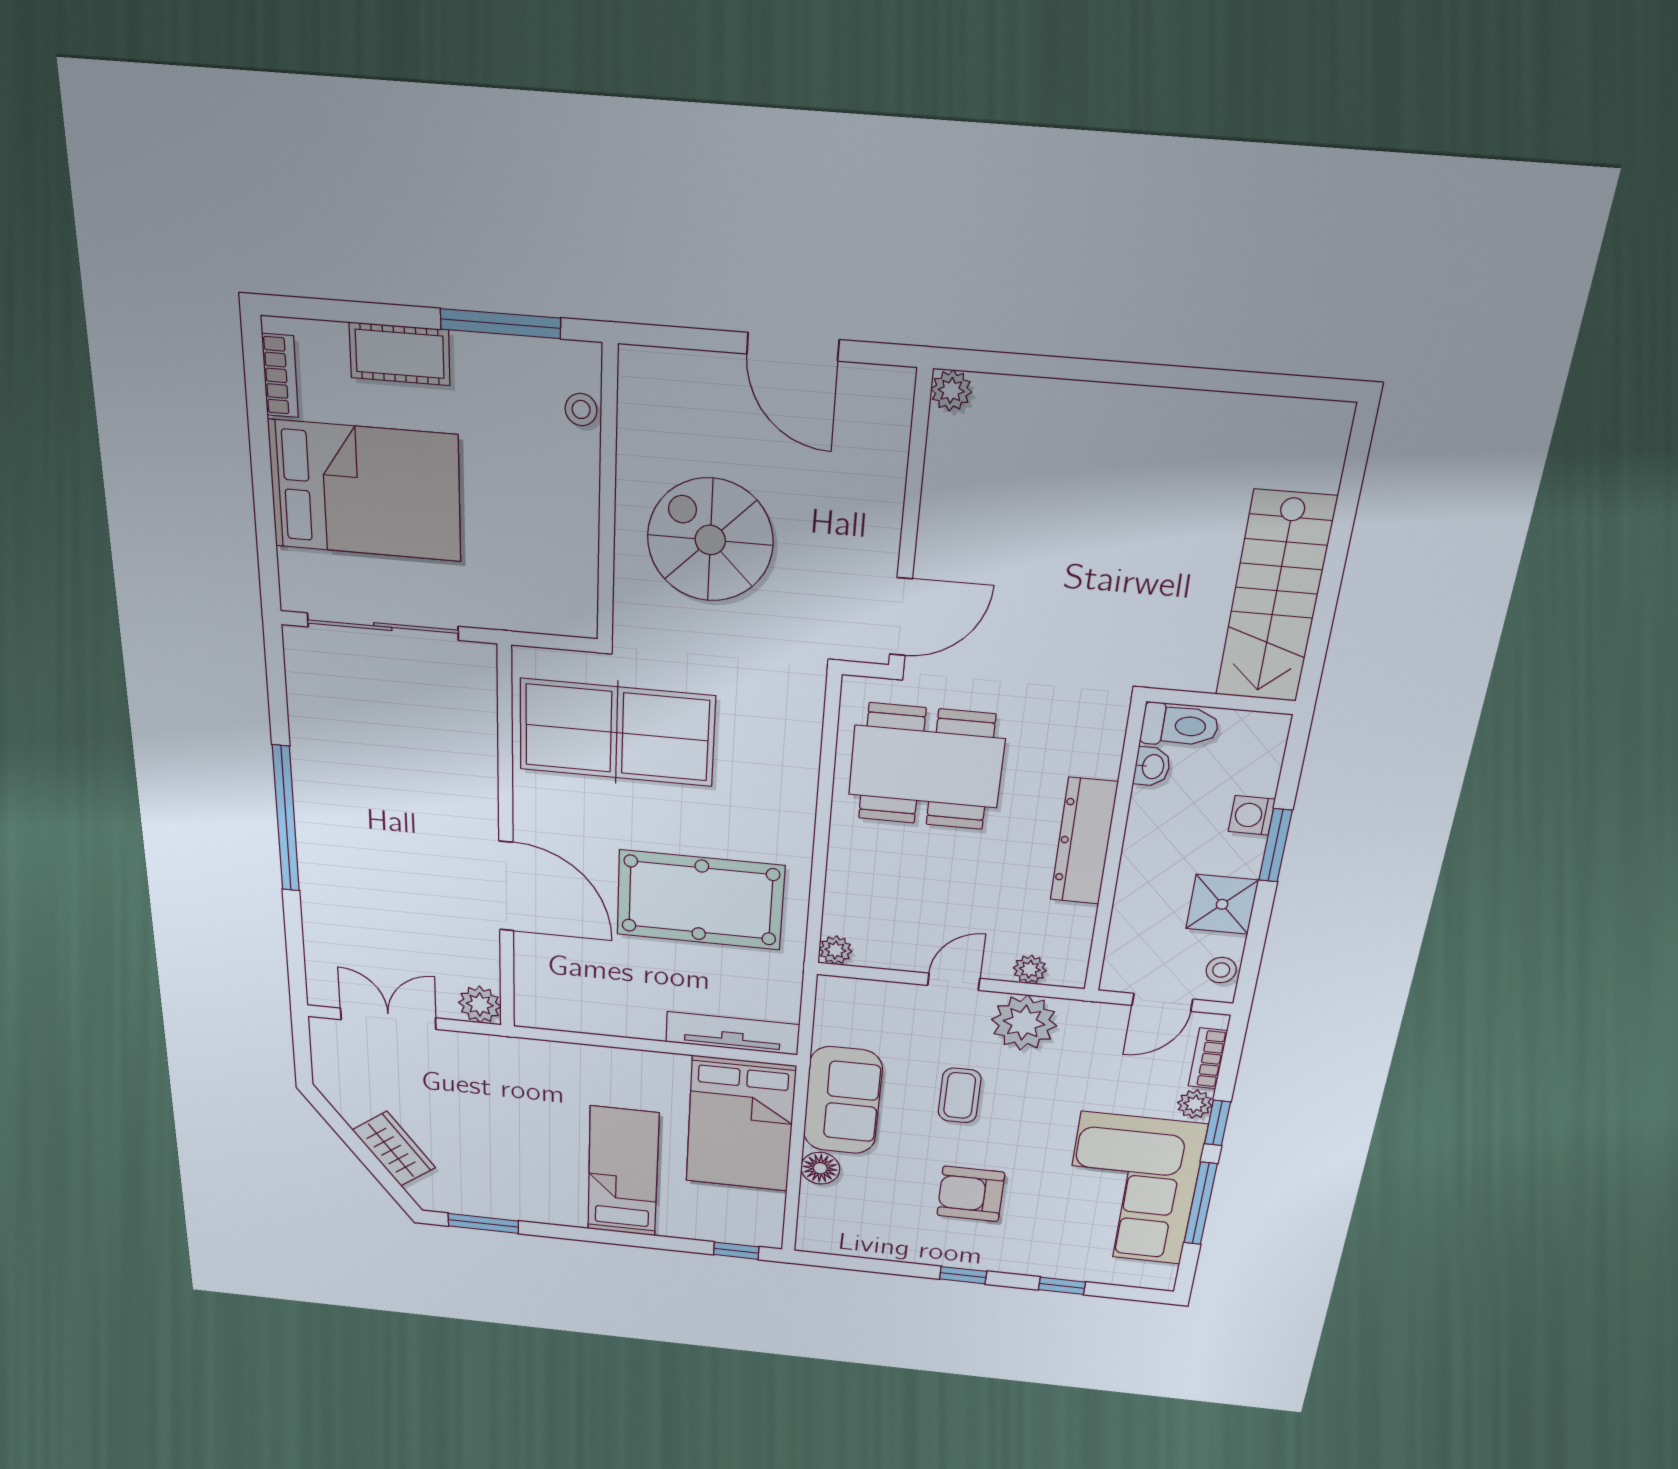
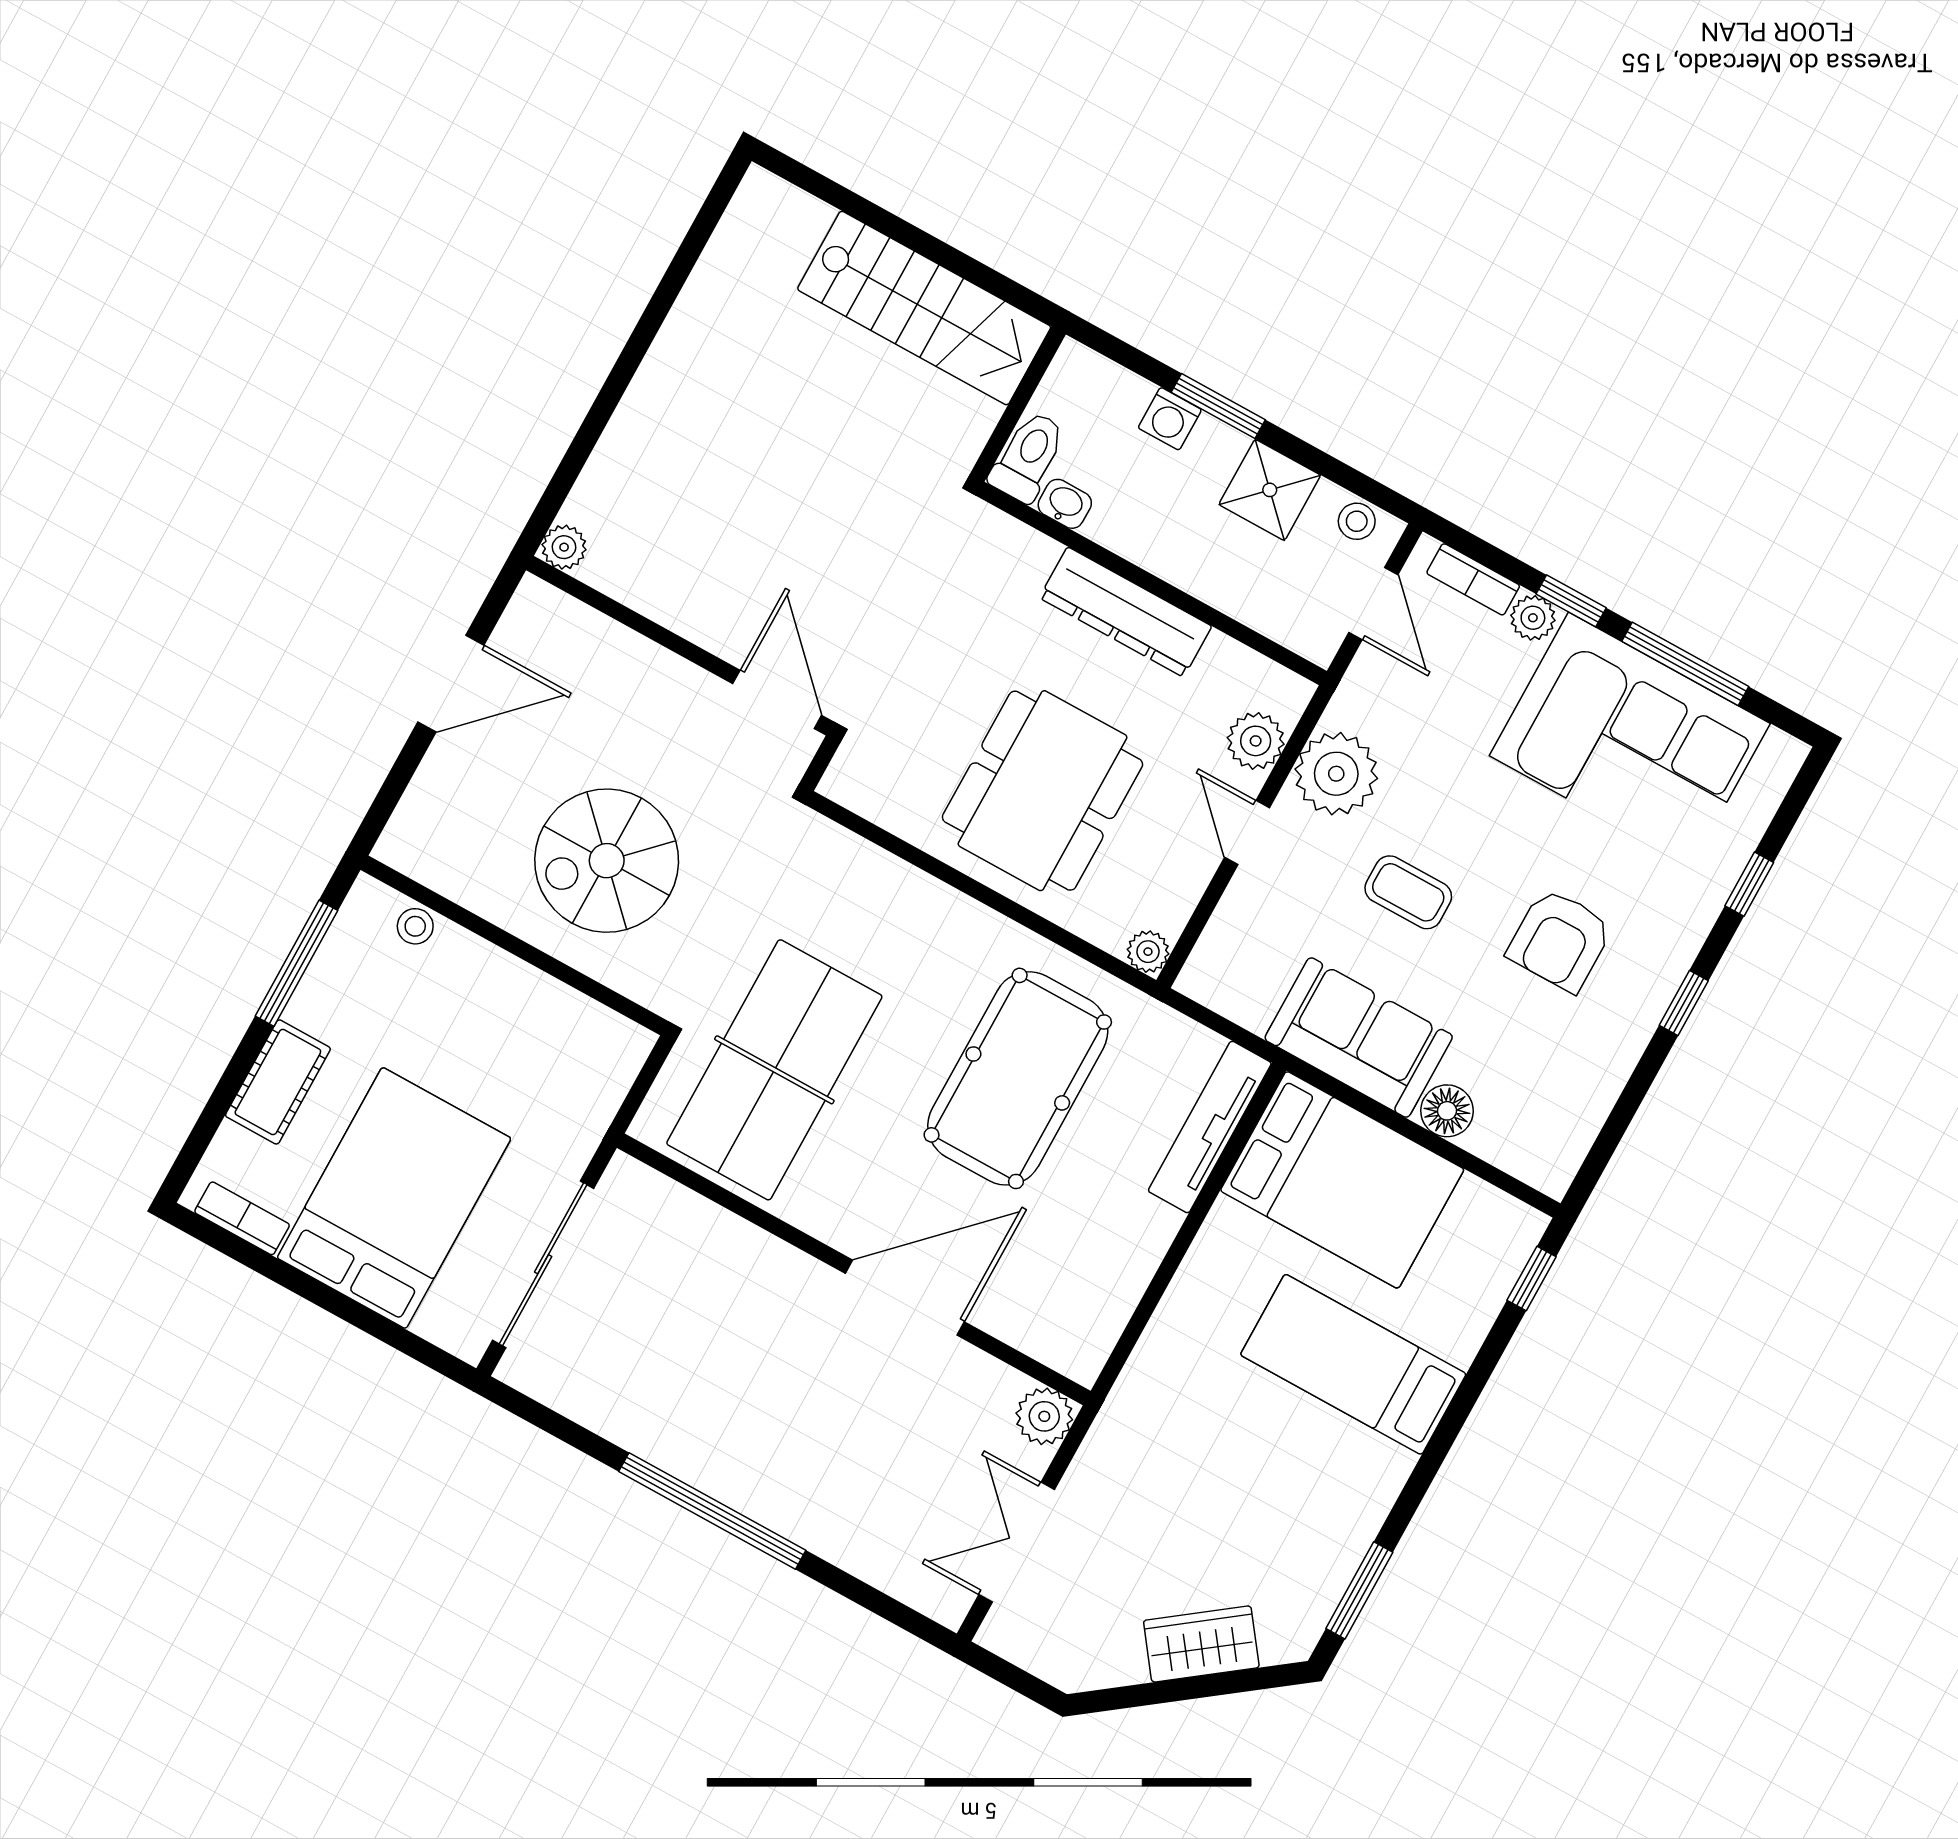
dining table: (926, 767) -> (1043, 791), moved
plant: (1030, 969) -> (1256, 741), width x1.38, depth x1.38

